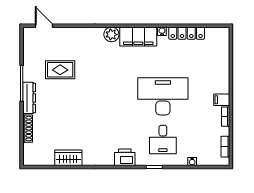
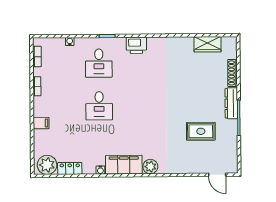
locker: (187, 33) -> (70, 168), width x0.66
plant: (216, 37) -> (47, 165), added
desk: (163, 96) -> (99, 106), width x0.53, depth x0.77
filing cabinet: (222, 100) -> (41, 123), moved
desk: (163, 139) -> (99, 63), turned 180
wardrobe: (68, 158) -> (208, 44), moved

